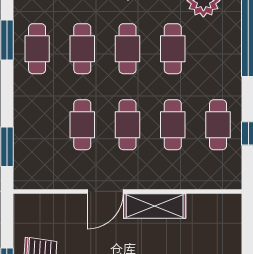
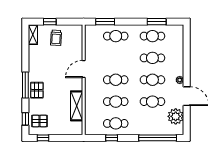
cafe table: (82, 125) -> (116, 36), moved
door: (105, 191) -> (84, 69), hinge flipped
shelving: (155, 206) -> (77, 106), moved

